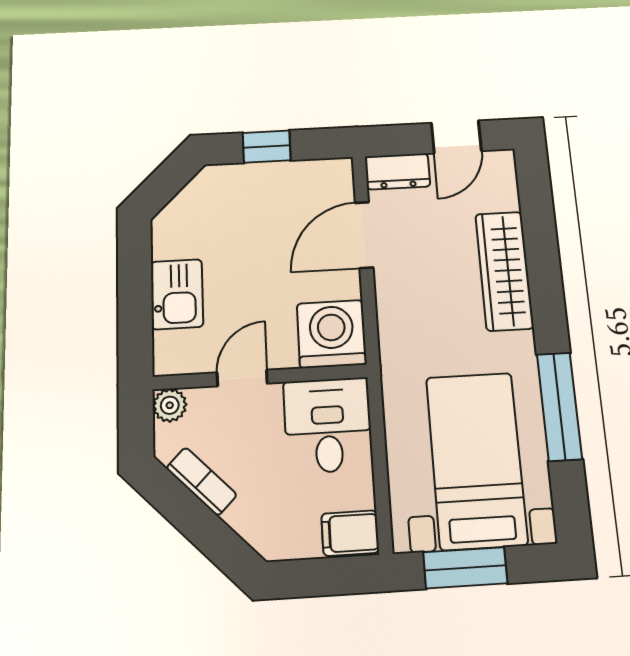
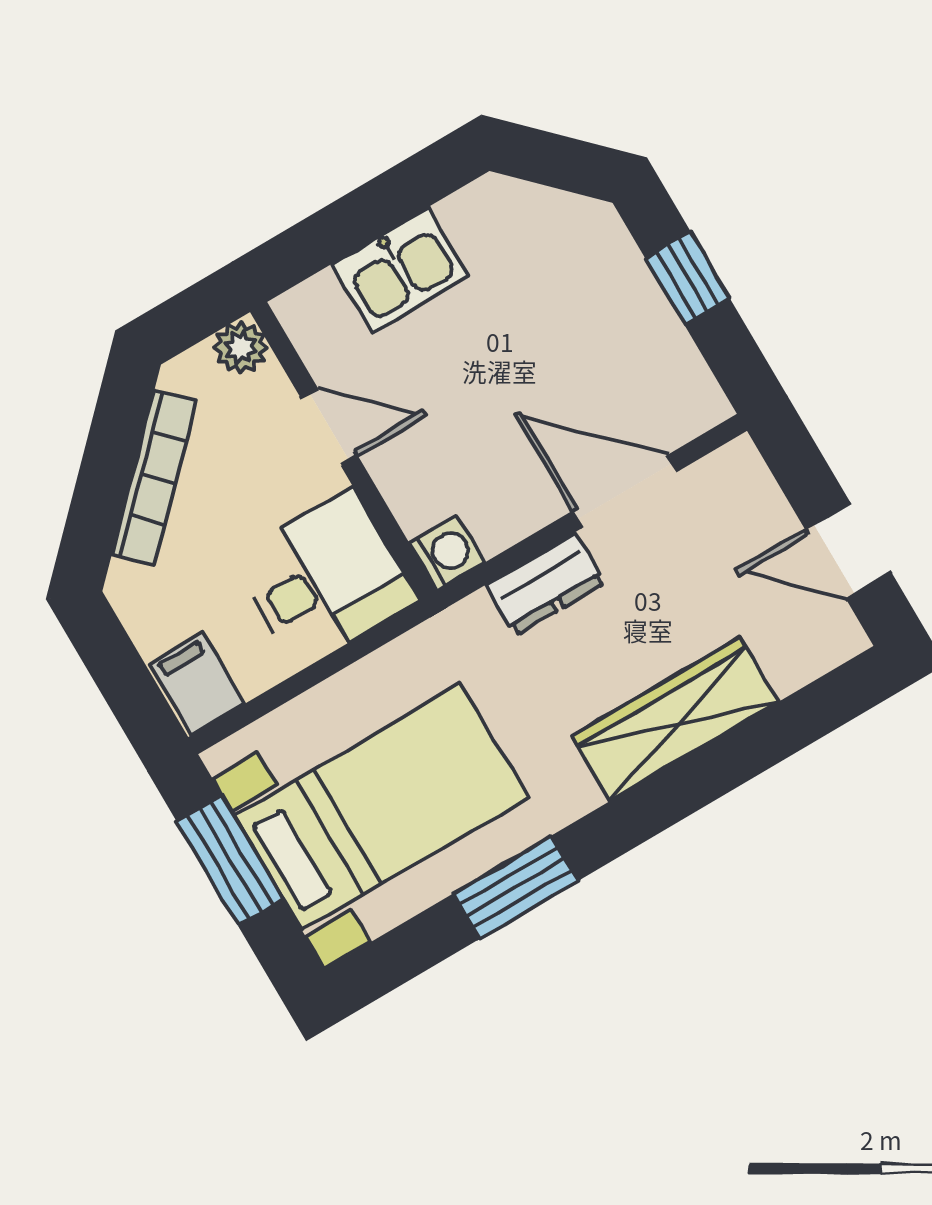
dresser: (397, 171) -> (545, 584), moved, turned -90
washing machine: (332, 334) -> (447, 553), width x0.53, depth x0.53
window: (559, 406) -> (515, 887), width x0.69
bookcase: (201, 481) -> (154, 477), width x1.56

